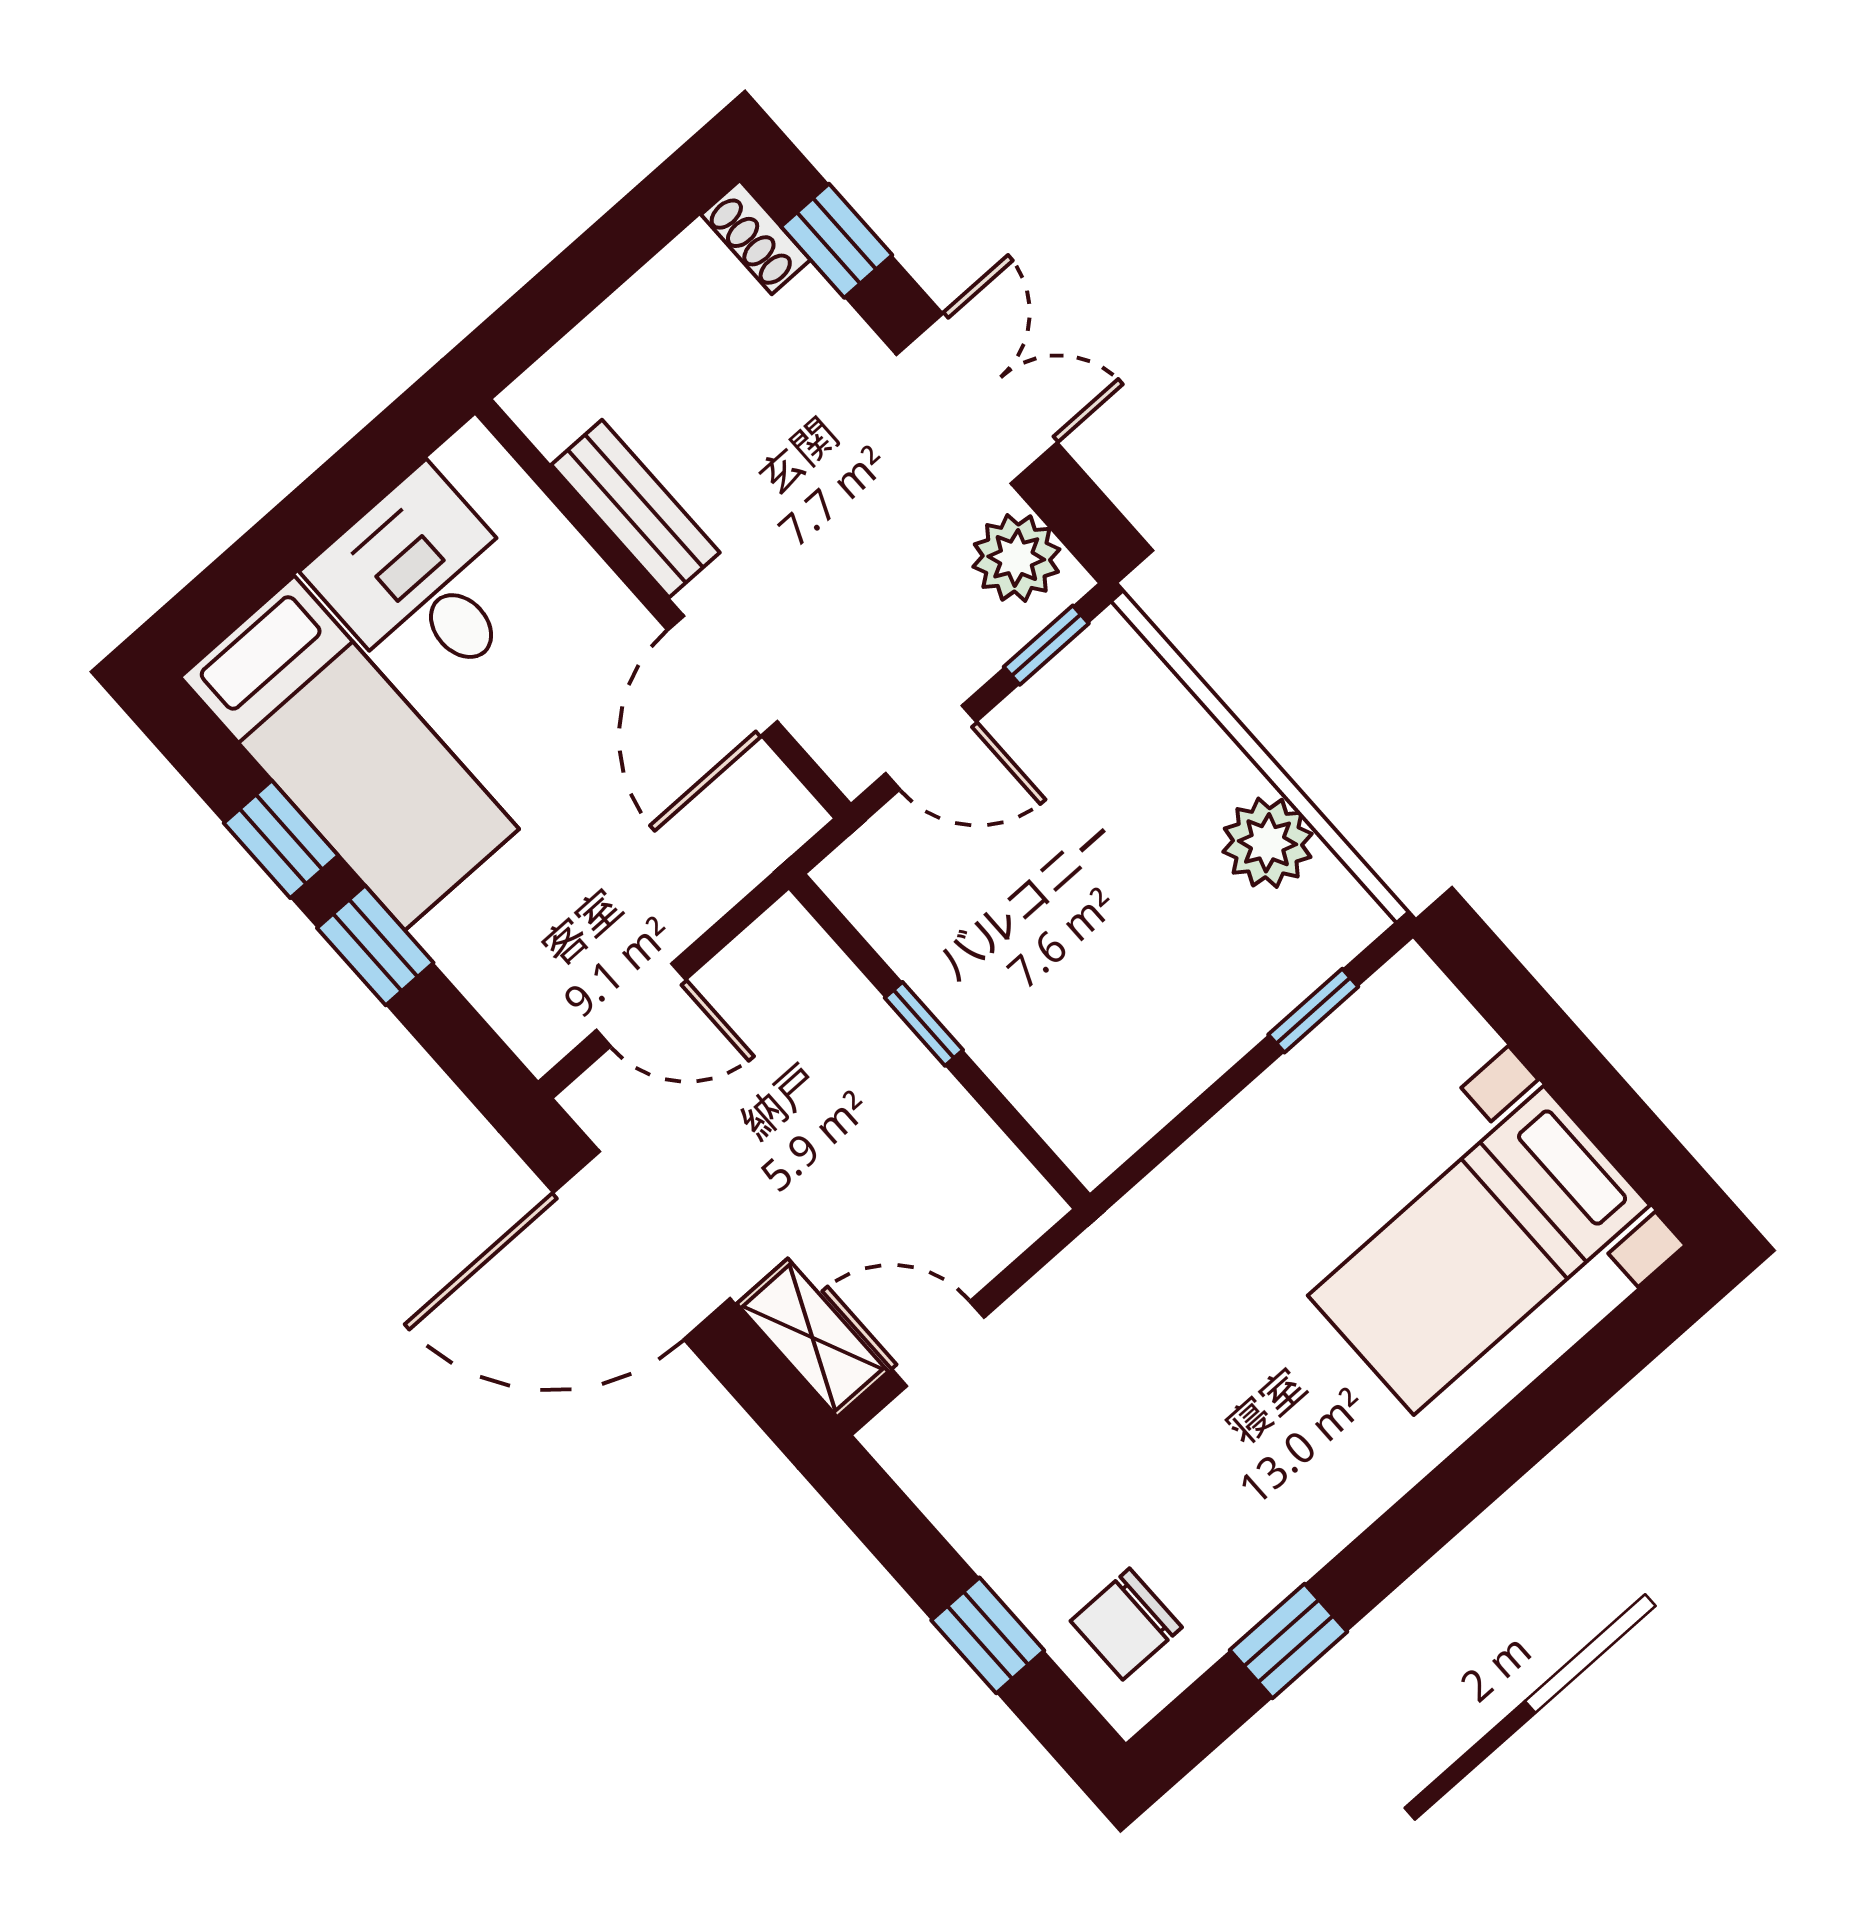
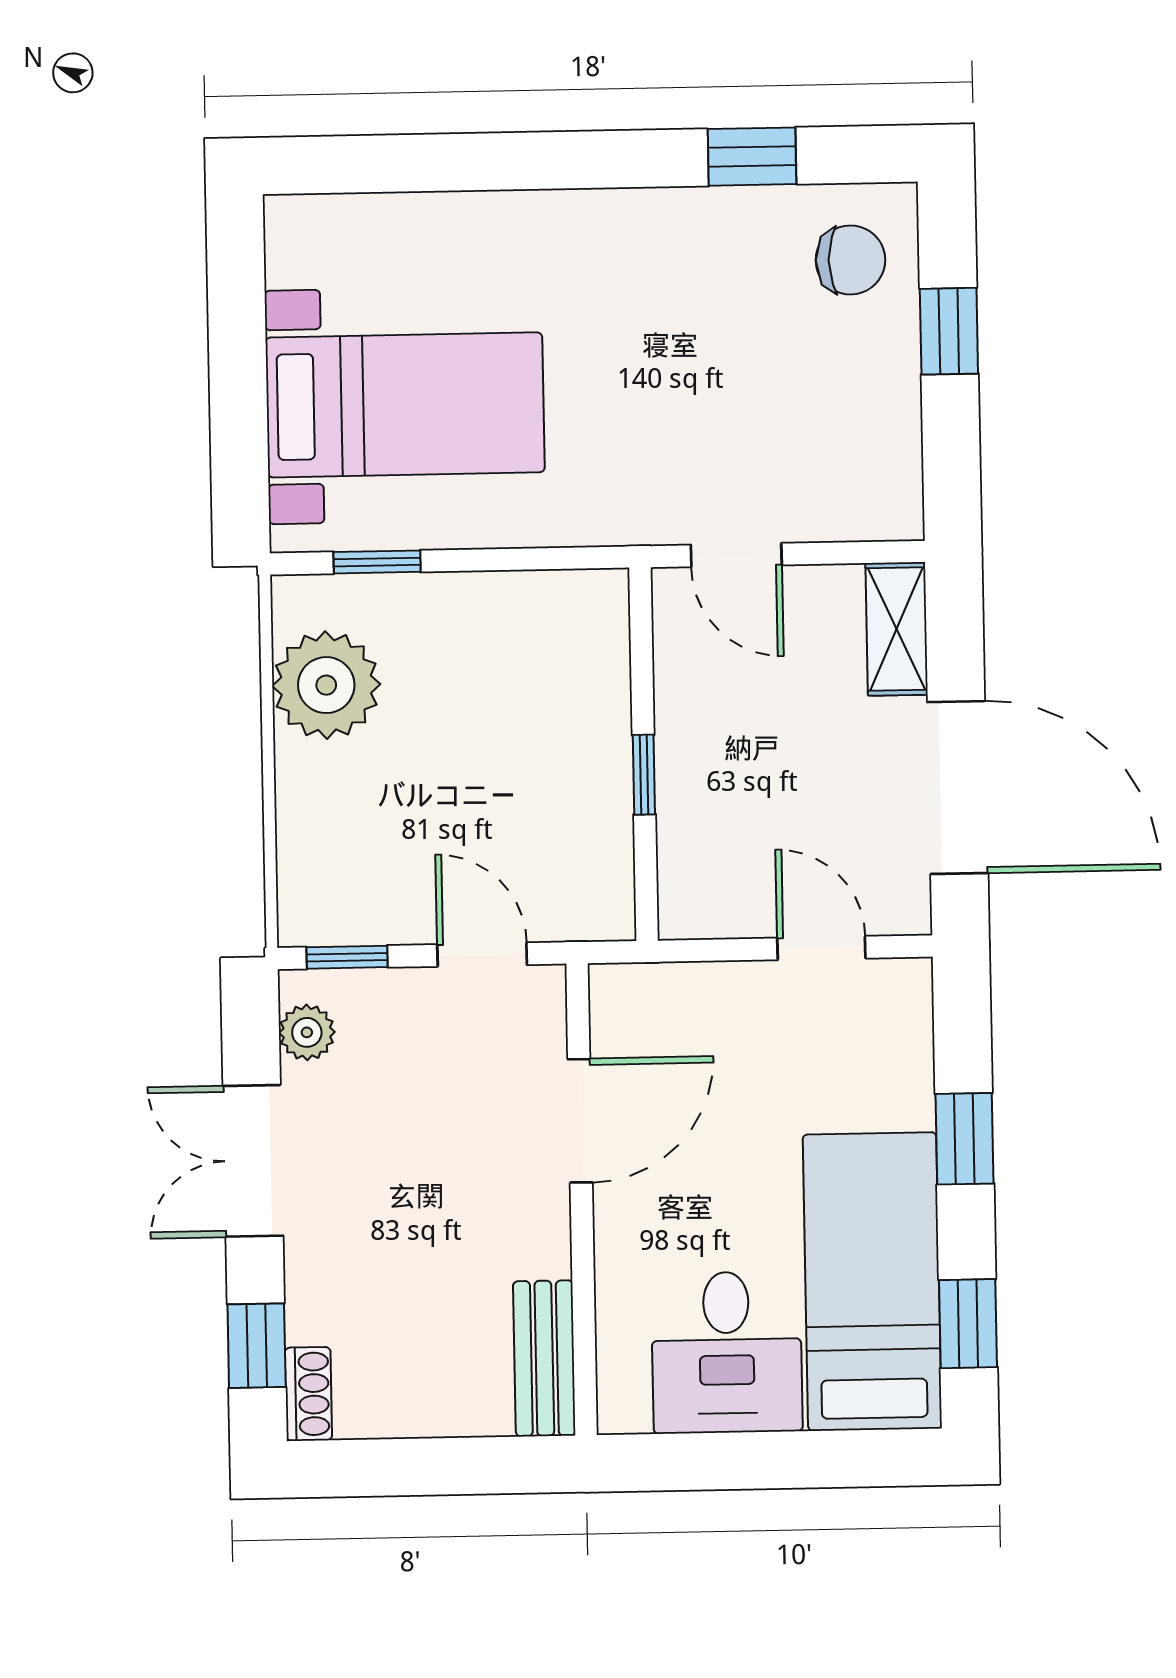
bench: (636, 509) -> (544, 1358), moved
plant: (1016, 558) -> (307, 1032), width x0.73, depth x0.73
window: (281, 839) -> (968, 1324), moved
plant: (1268, 843) -> (326, 685), width x1.36, depth x1.36
bed with nightstands: (1479, 1250) -> (405, 405), moved
door: (938, 1344) -> (736, 555), moved

